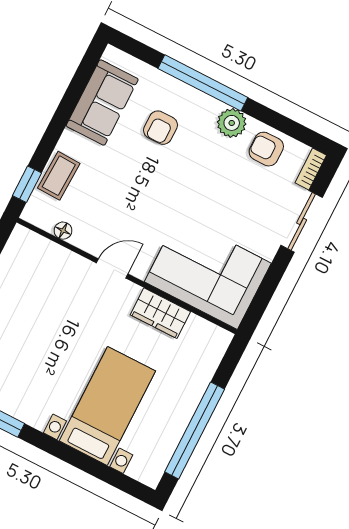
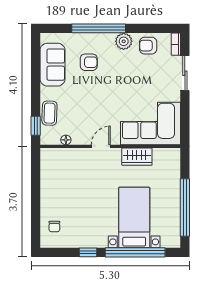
armchair: (161, 128) -> (89, 62), turned -90
window: (81, 461) -> (135, 252), added

